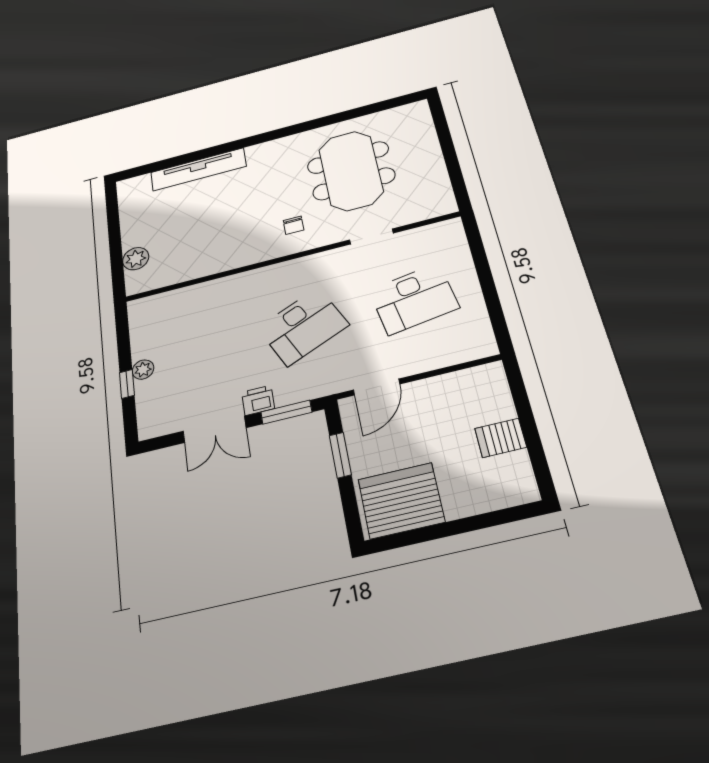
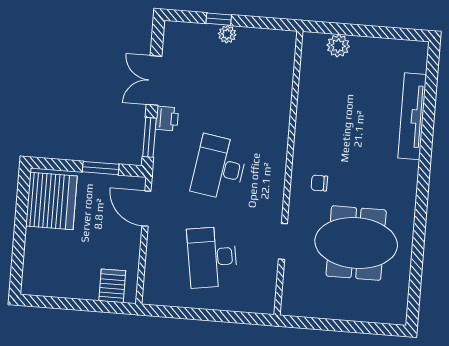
desk: (303, 327) -> (219, 168), turned 33
server rack: (501, 438) -> (112, 286), moved

